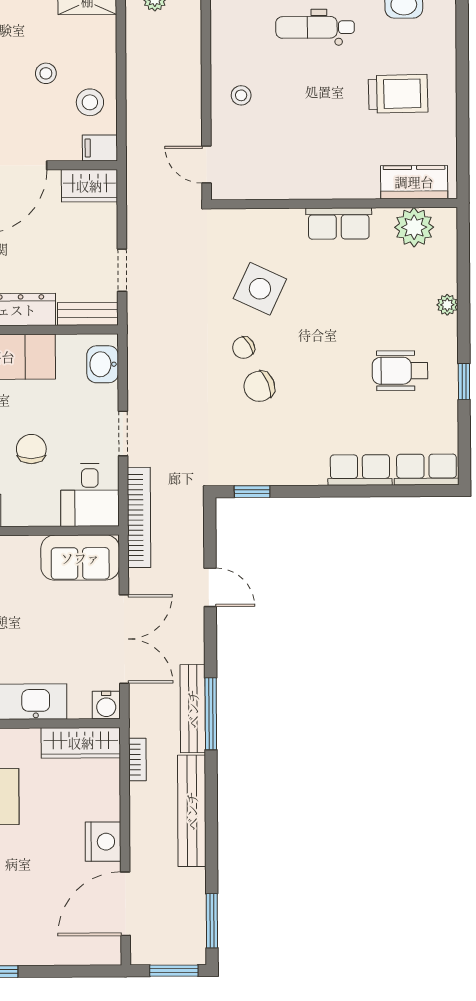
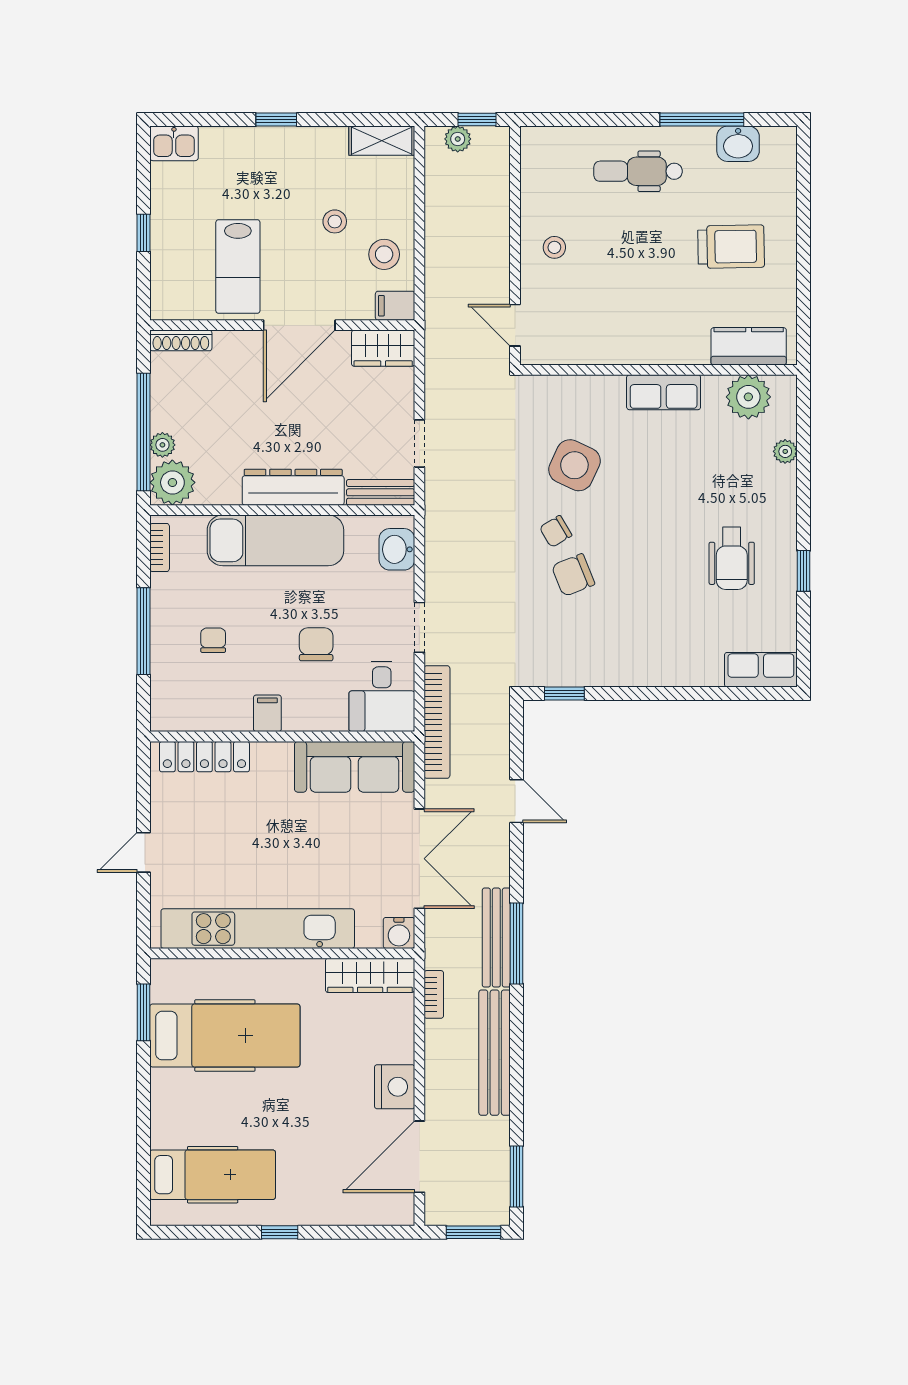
plant: (447, 305) -> (785, 451), moved
wheelchair: (400, 371) -> (732, 558), turned -90
row of seats: (360, 470) -> (686, 670), removed
sofa: (80, 558) -> (355, 767), width x1.36

